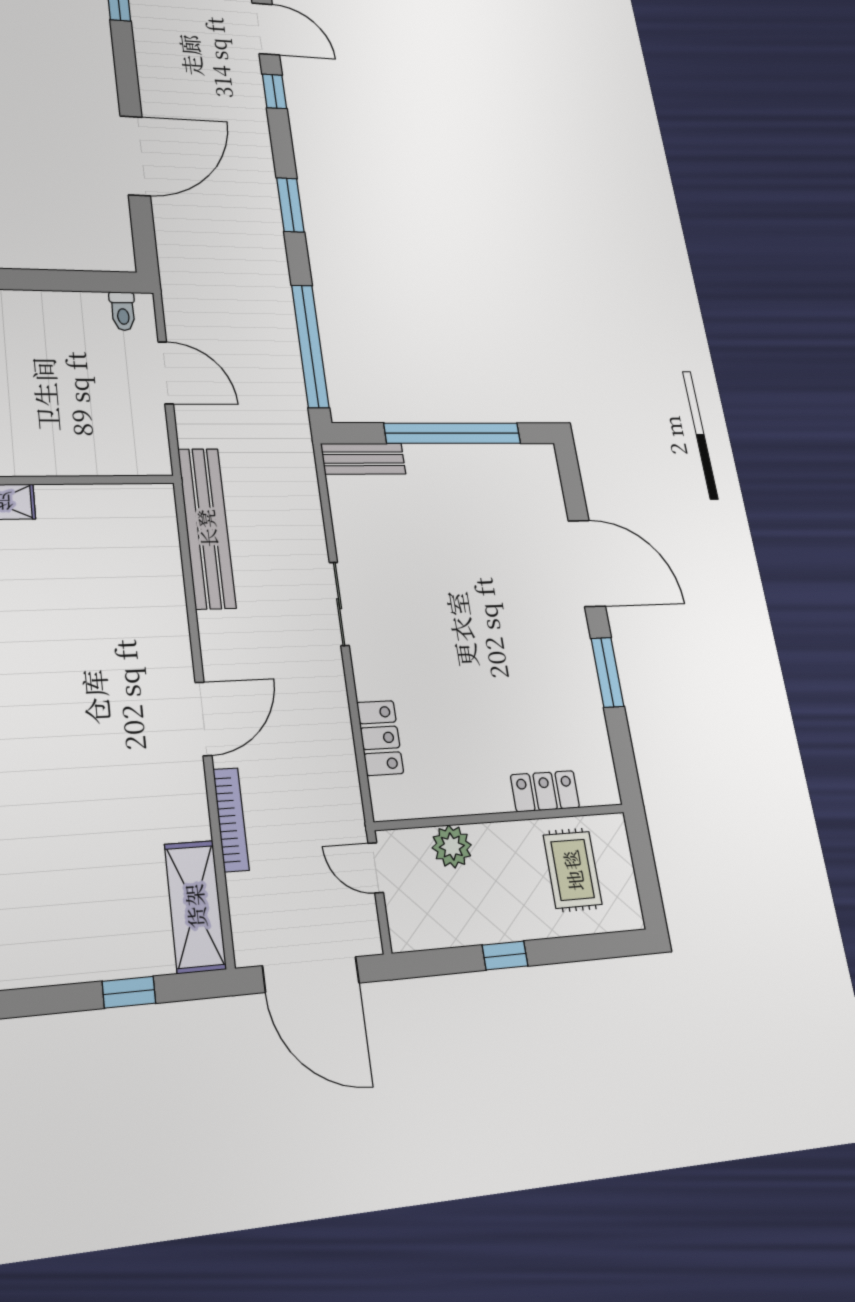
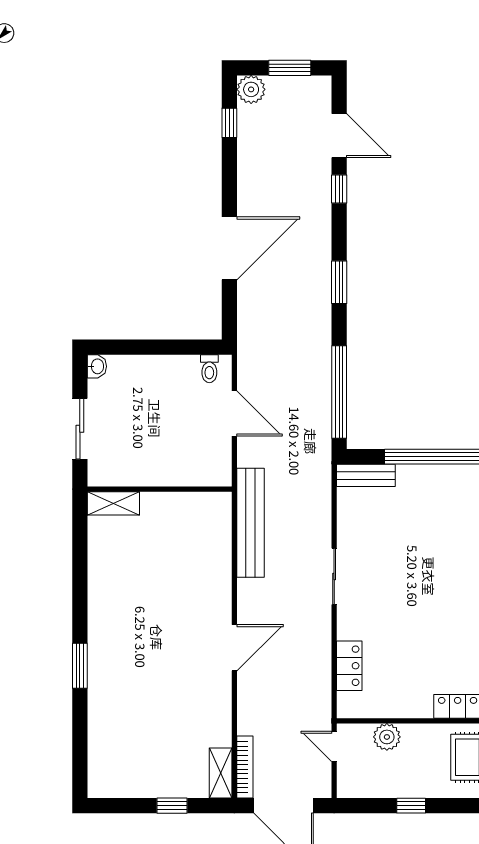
bookcase: (231, 819) -> (245, 767), moved
shelving: (195, 906) -> (221, 773), width x0.67, depth x0.75

